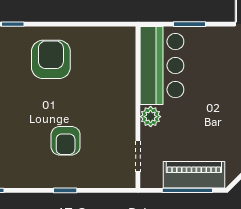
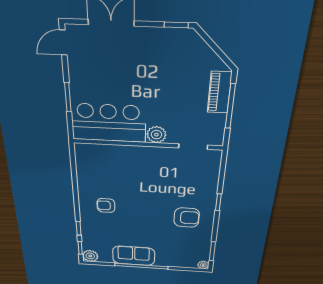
armchair: (51, 59) -> (106, 205), width x0.53, depth x0.53
armchair: (66, 141) -> (187, 218), moved
piano: (194, 175) -> (219, 92), width x0.73, depth x0.75

